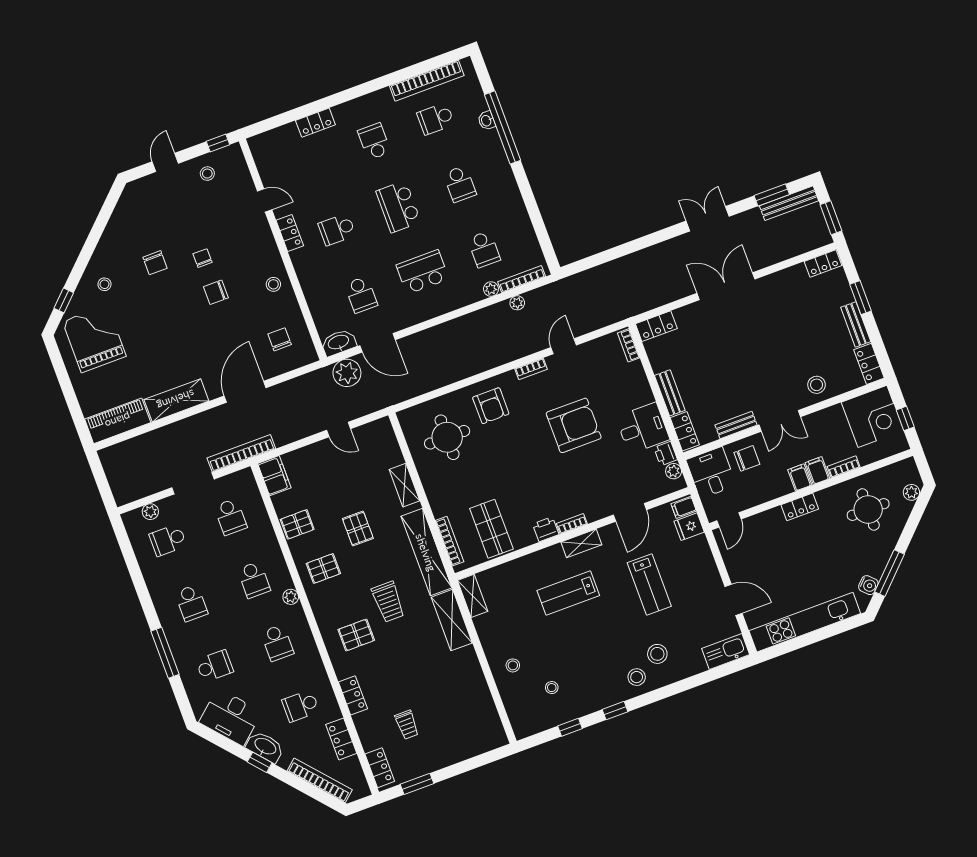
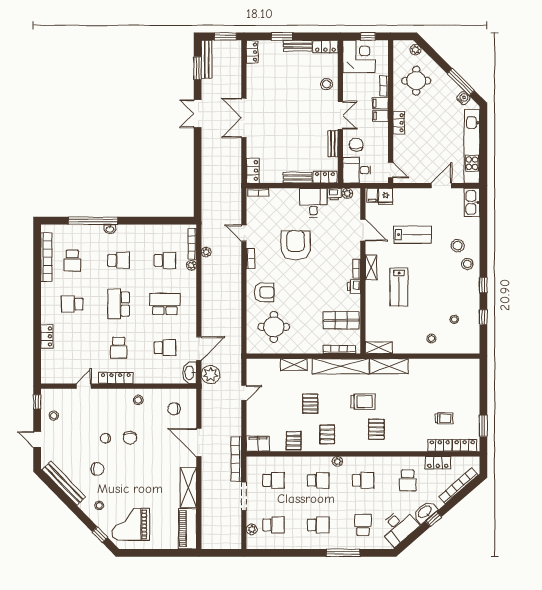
washbasin: (486, 121) -> (110, 229), moved
school desk: (398, 207) -> (119, 304), turned 90
bench: (117, 223) -> (64, 483), added
locker: (290, 233) -> (116, 378), width x1.53
school desk: (423, 272) -> (165, 304), turned 90
pallet: (358, 528) -> (310, 404), turned 90
school desk: (168, 540) -> (273, 525), turned -90
locker: (353, 695) -> (440, 445), moved

